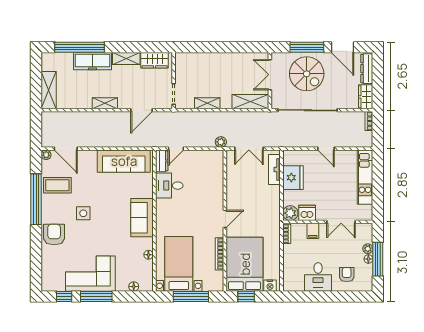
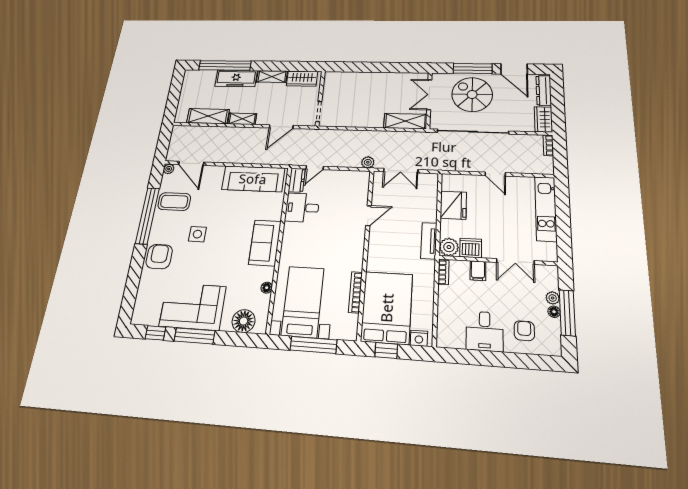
spiral stairs: (307, 74) -> (472, 94), turned 180
shelving: (49, 90) -> (208, 116), moved, turned 90
shelving: (207, 103) -> (356, 122), removed
tv unit: (274, 170) -> (429, 241), moved
door: (225, 219) -> (368, 216), moved
floor lamp: (134, 287) -> (244, 321), width x1.89, depth x1.89

